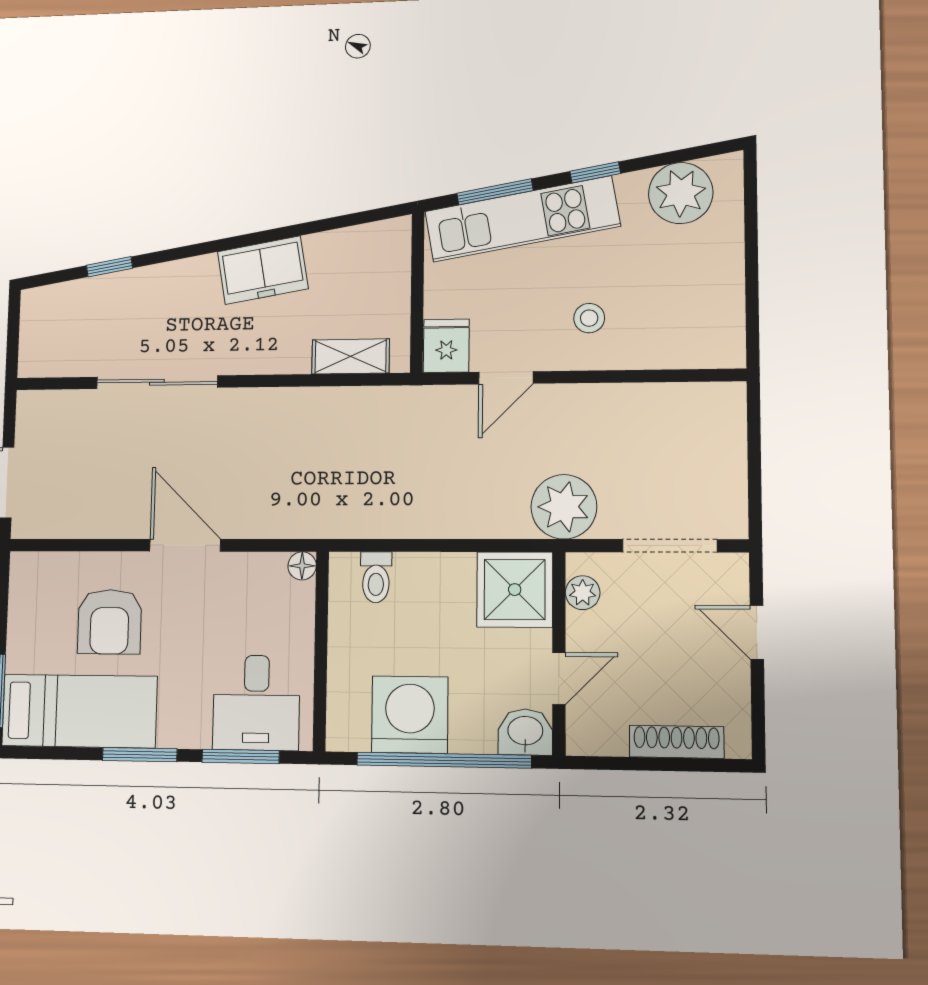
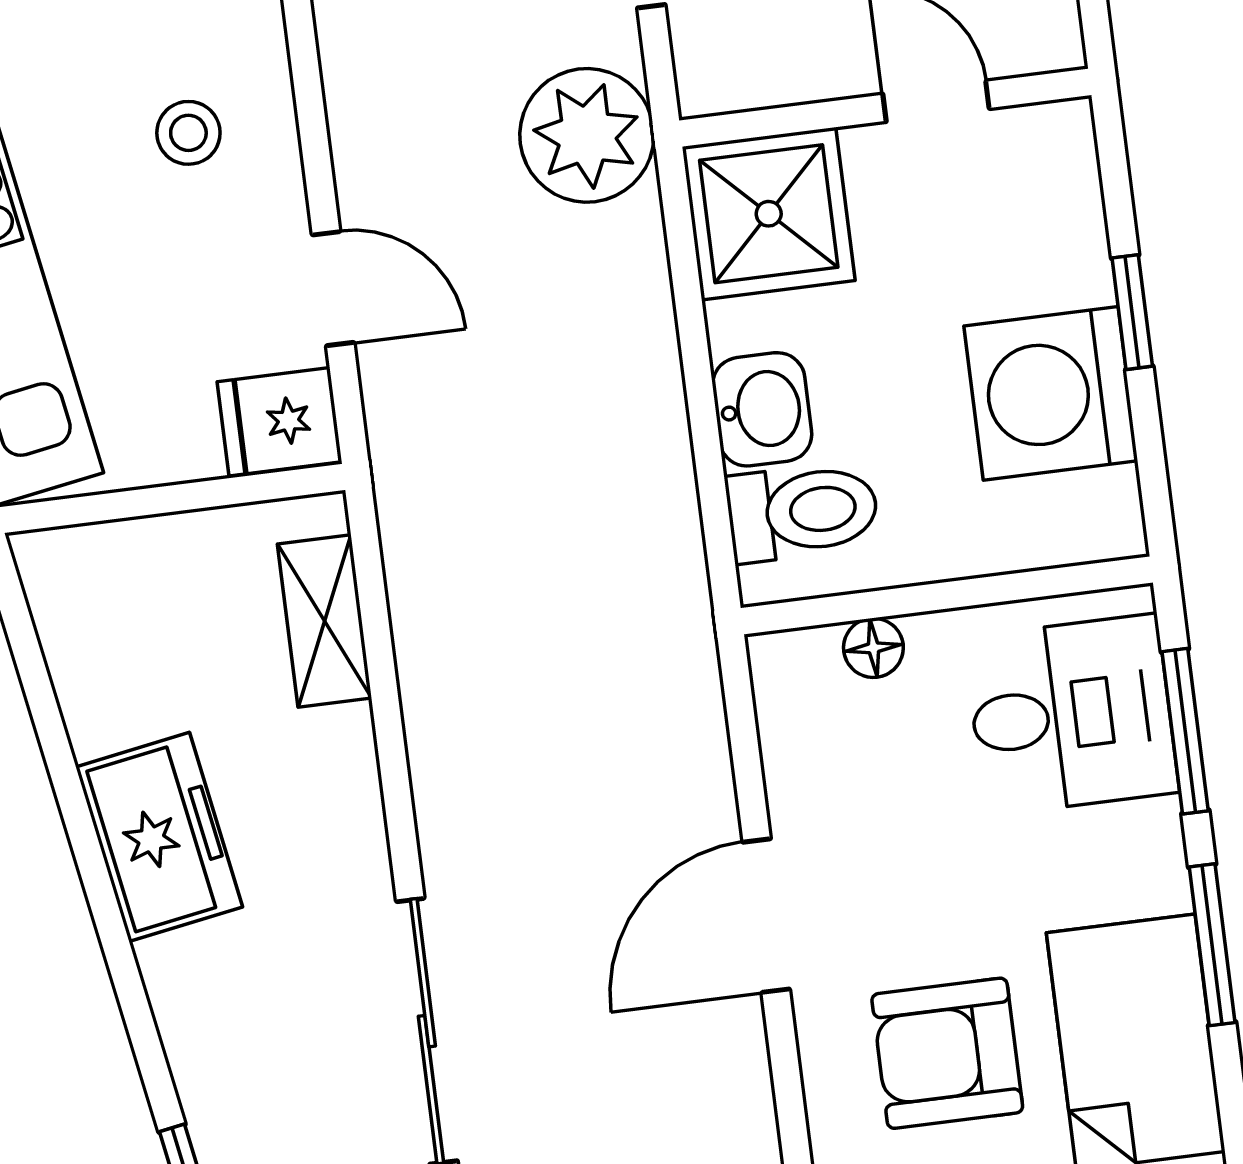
floor lamp: (302, 566) -> (873, 648), moved
toilet: (376, 577) -> (802, 512), width x1.37, depth x1.39
plant: (583, 593) -> (757, 76), removed
armchair: (110, 622) -> (947, 1053), turned 180
washbasin: (525, 732) -> (762, 409), moved, turned 180
window: (444, 760) -> (1132, 312), width x0.32

